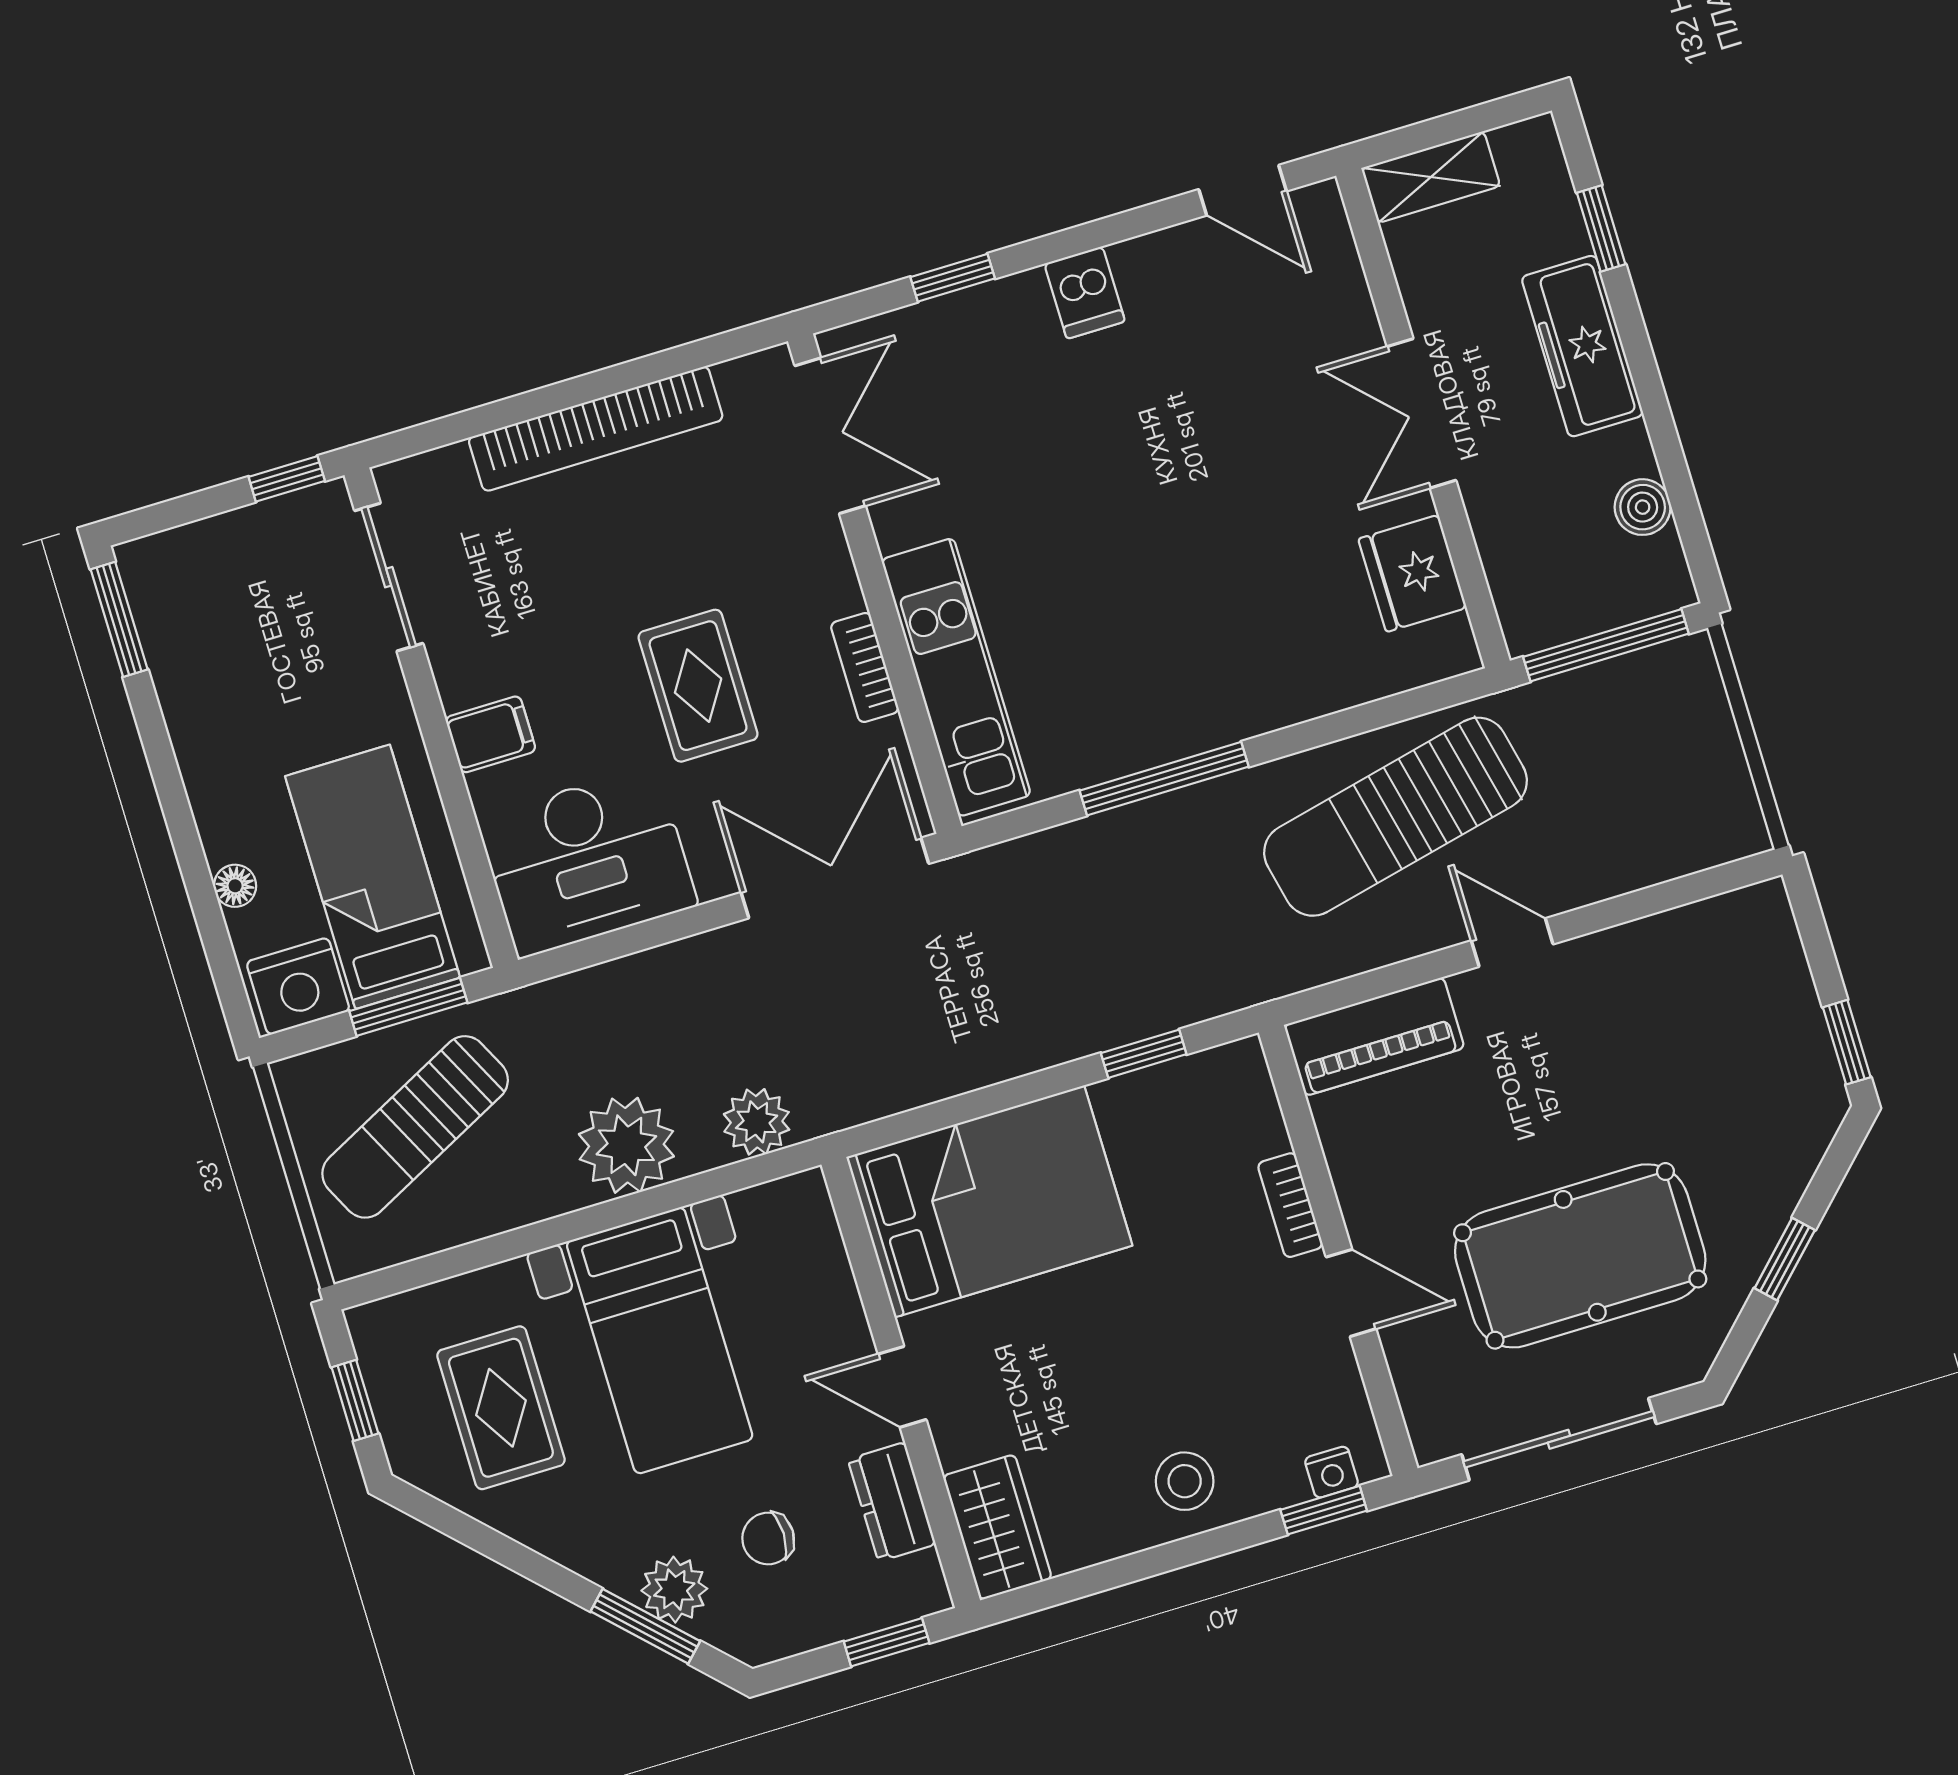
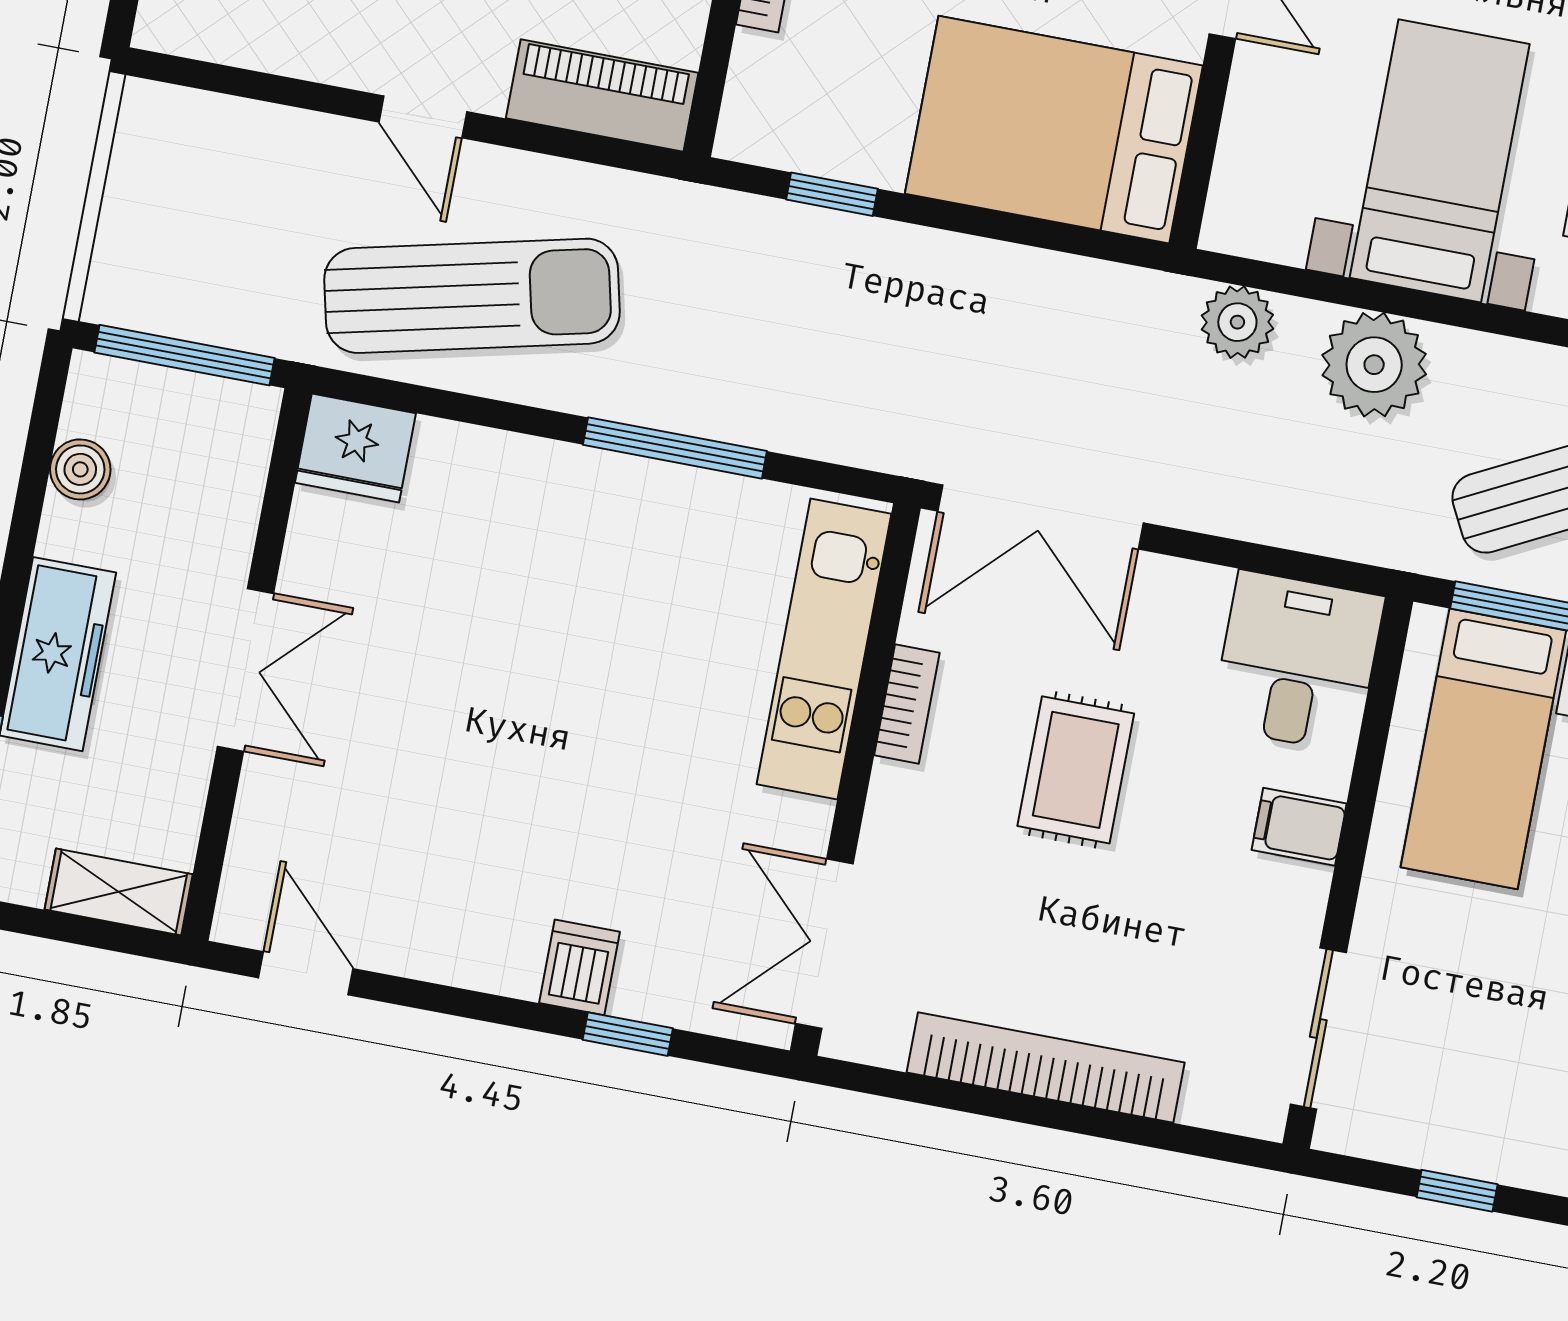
dishwasher: (1085, 293) -> (580, 967), moved
window: (287, 479) -> (1457, 1191), moved
fridge: (1412, 573) -> (355, 448), moved, turned 90
desk: (587, 862) -> (1297, 662), width x0.73

